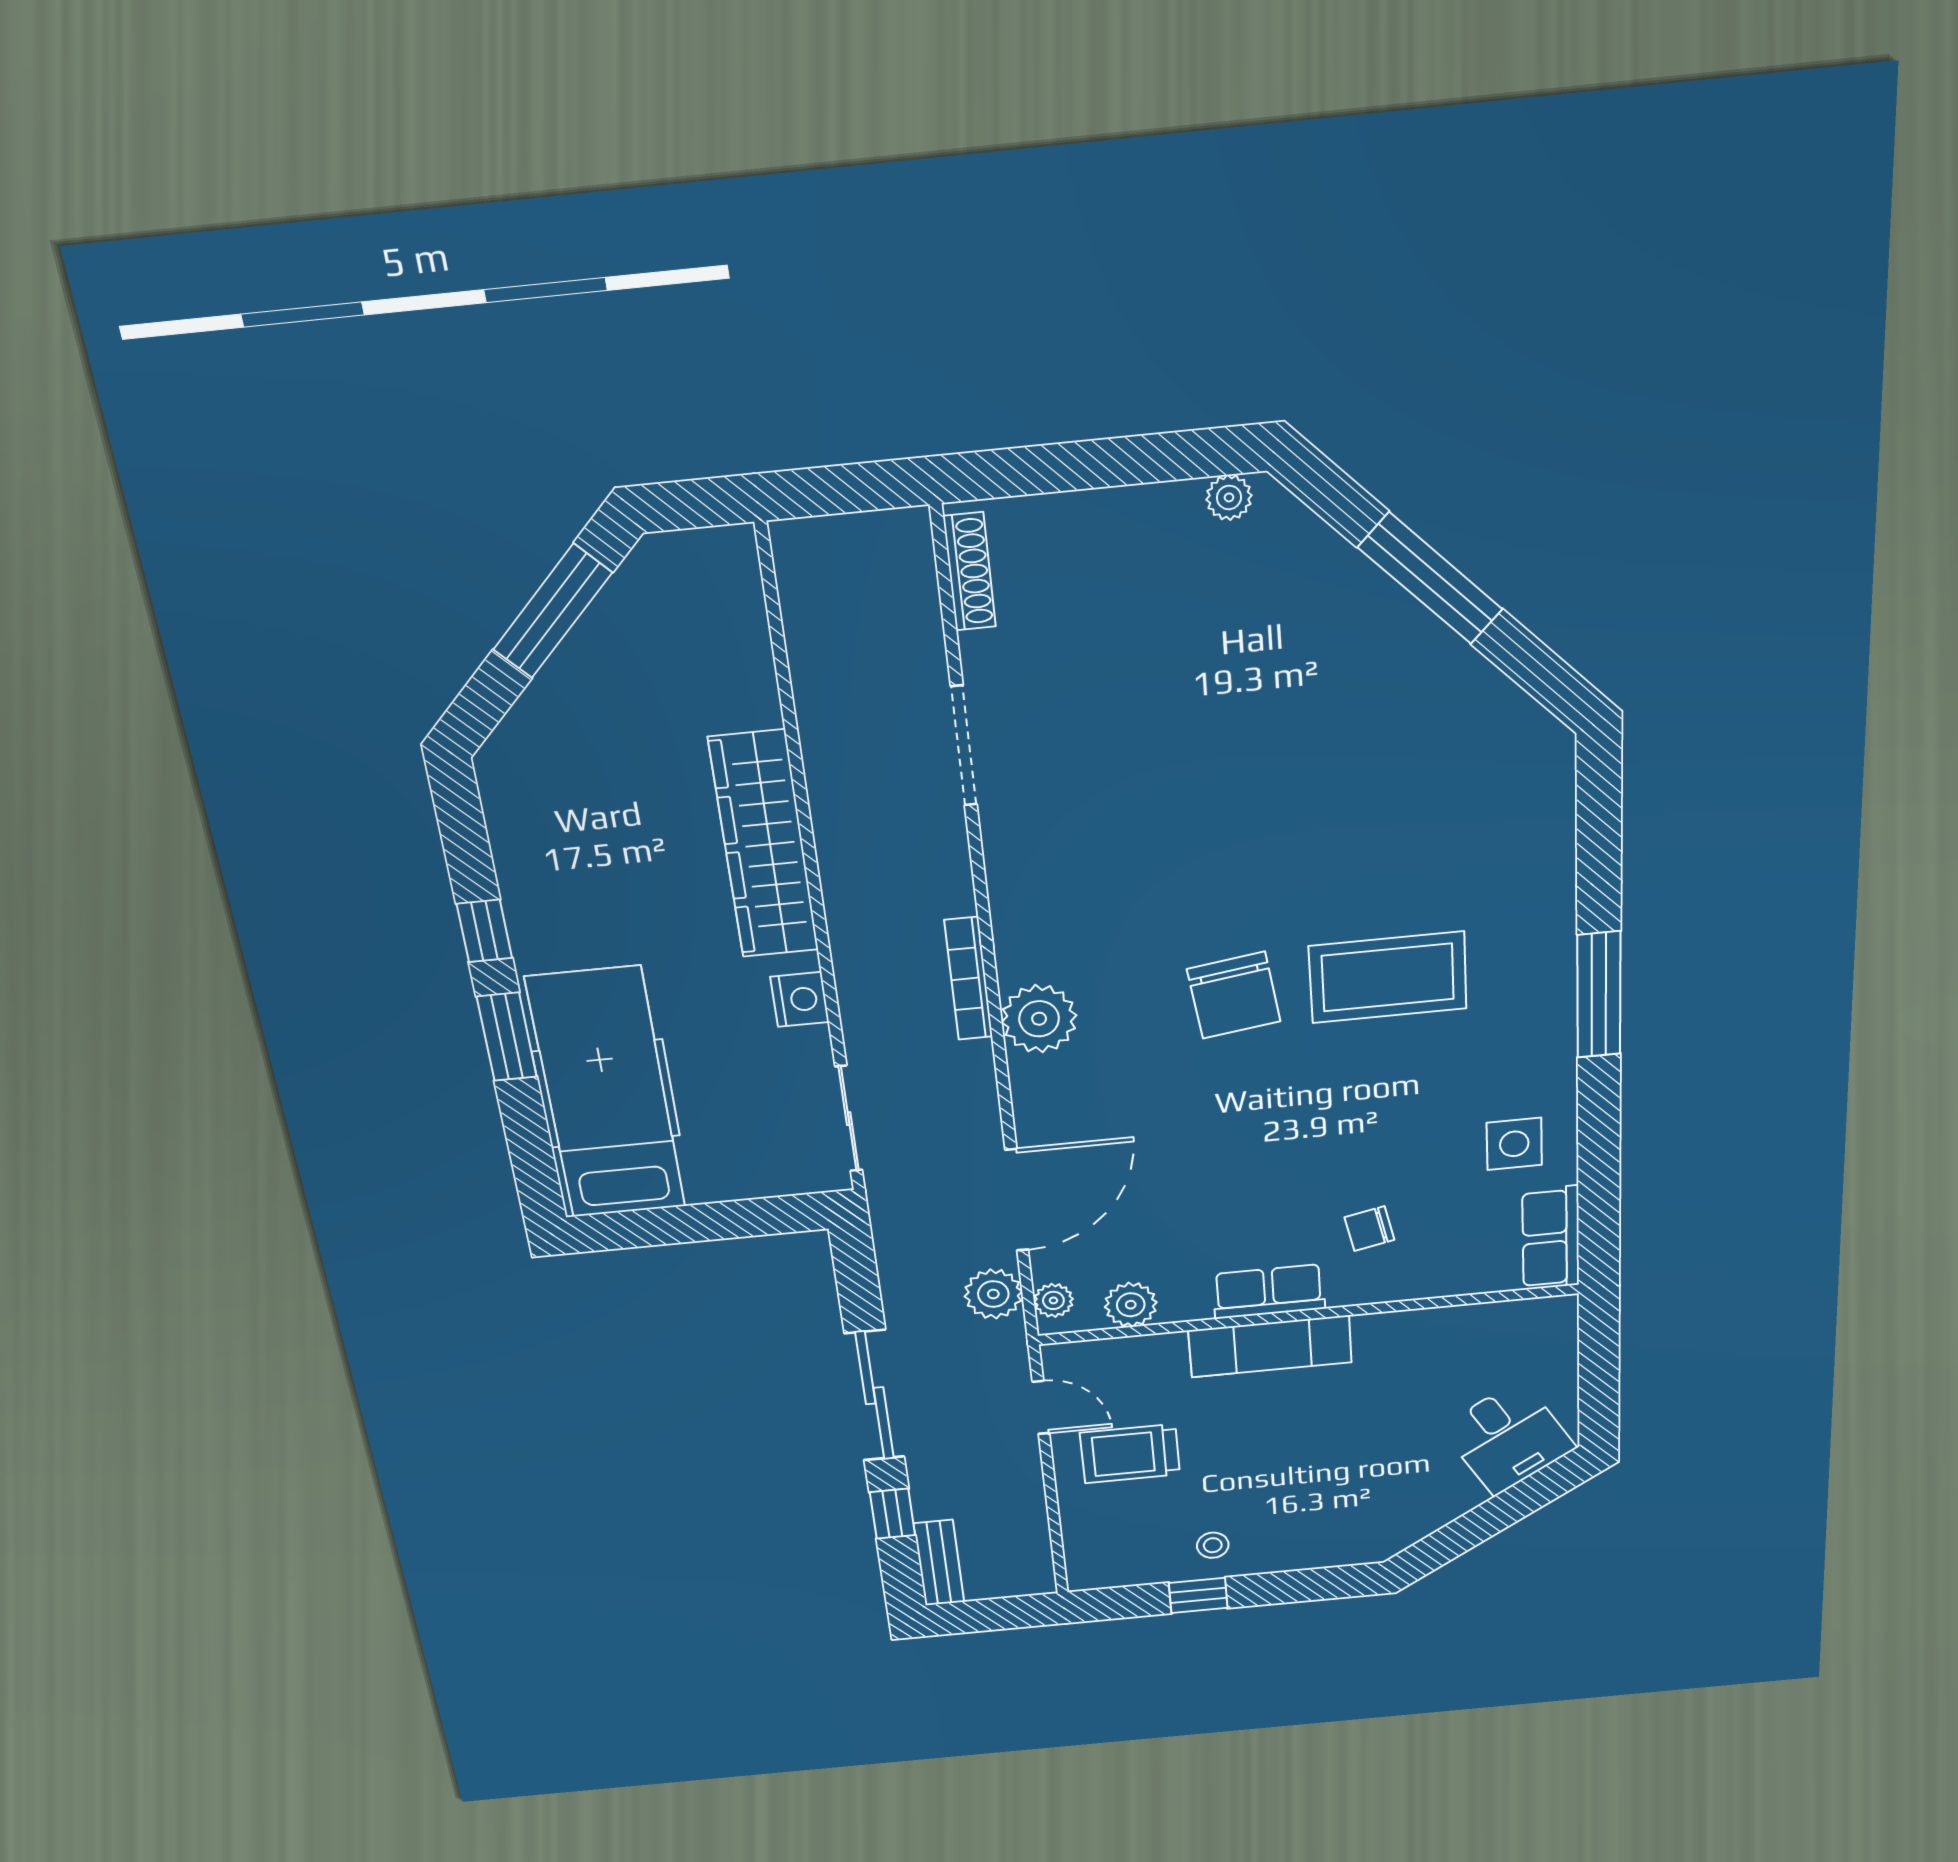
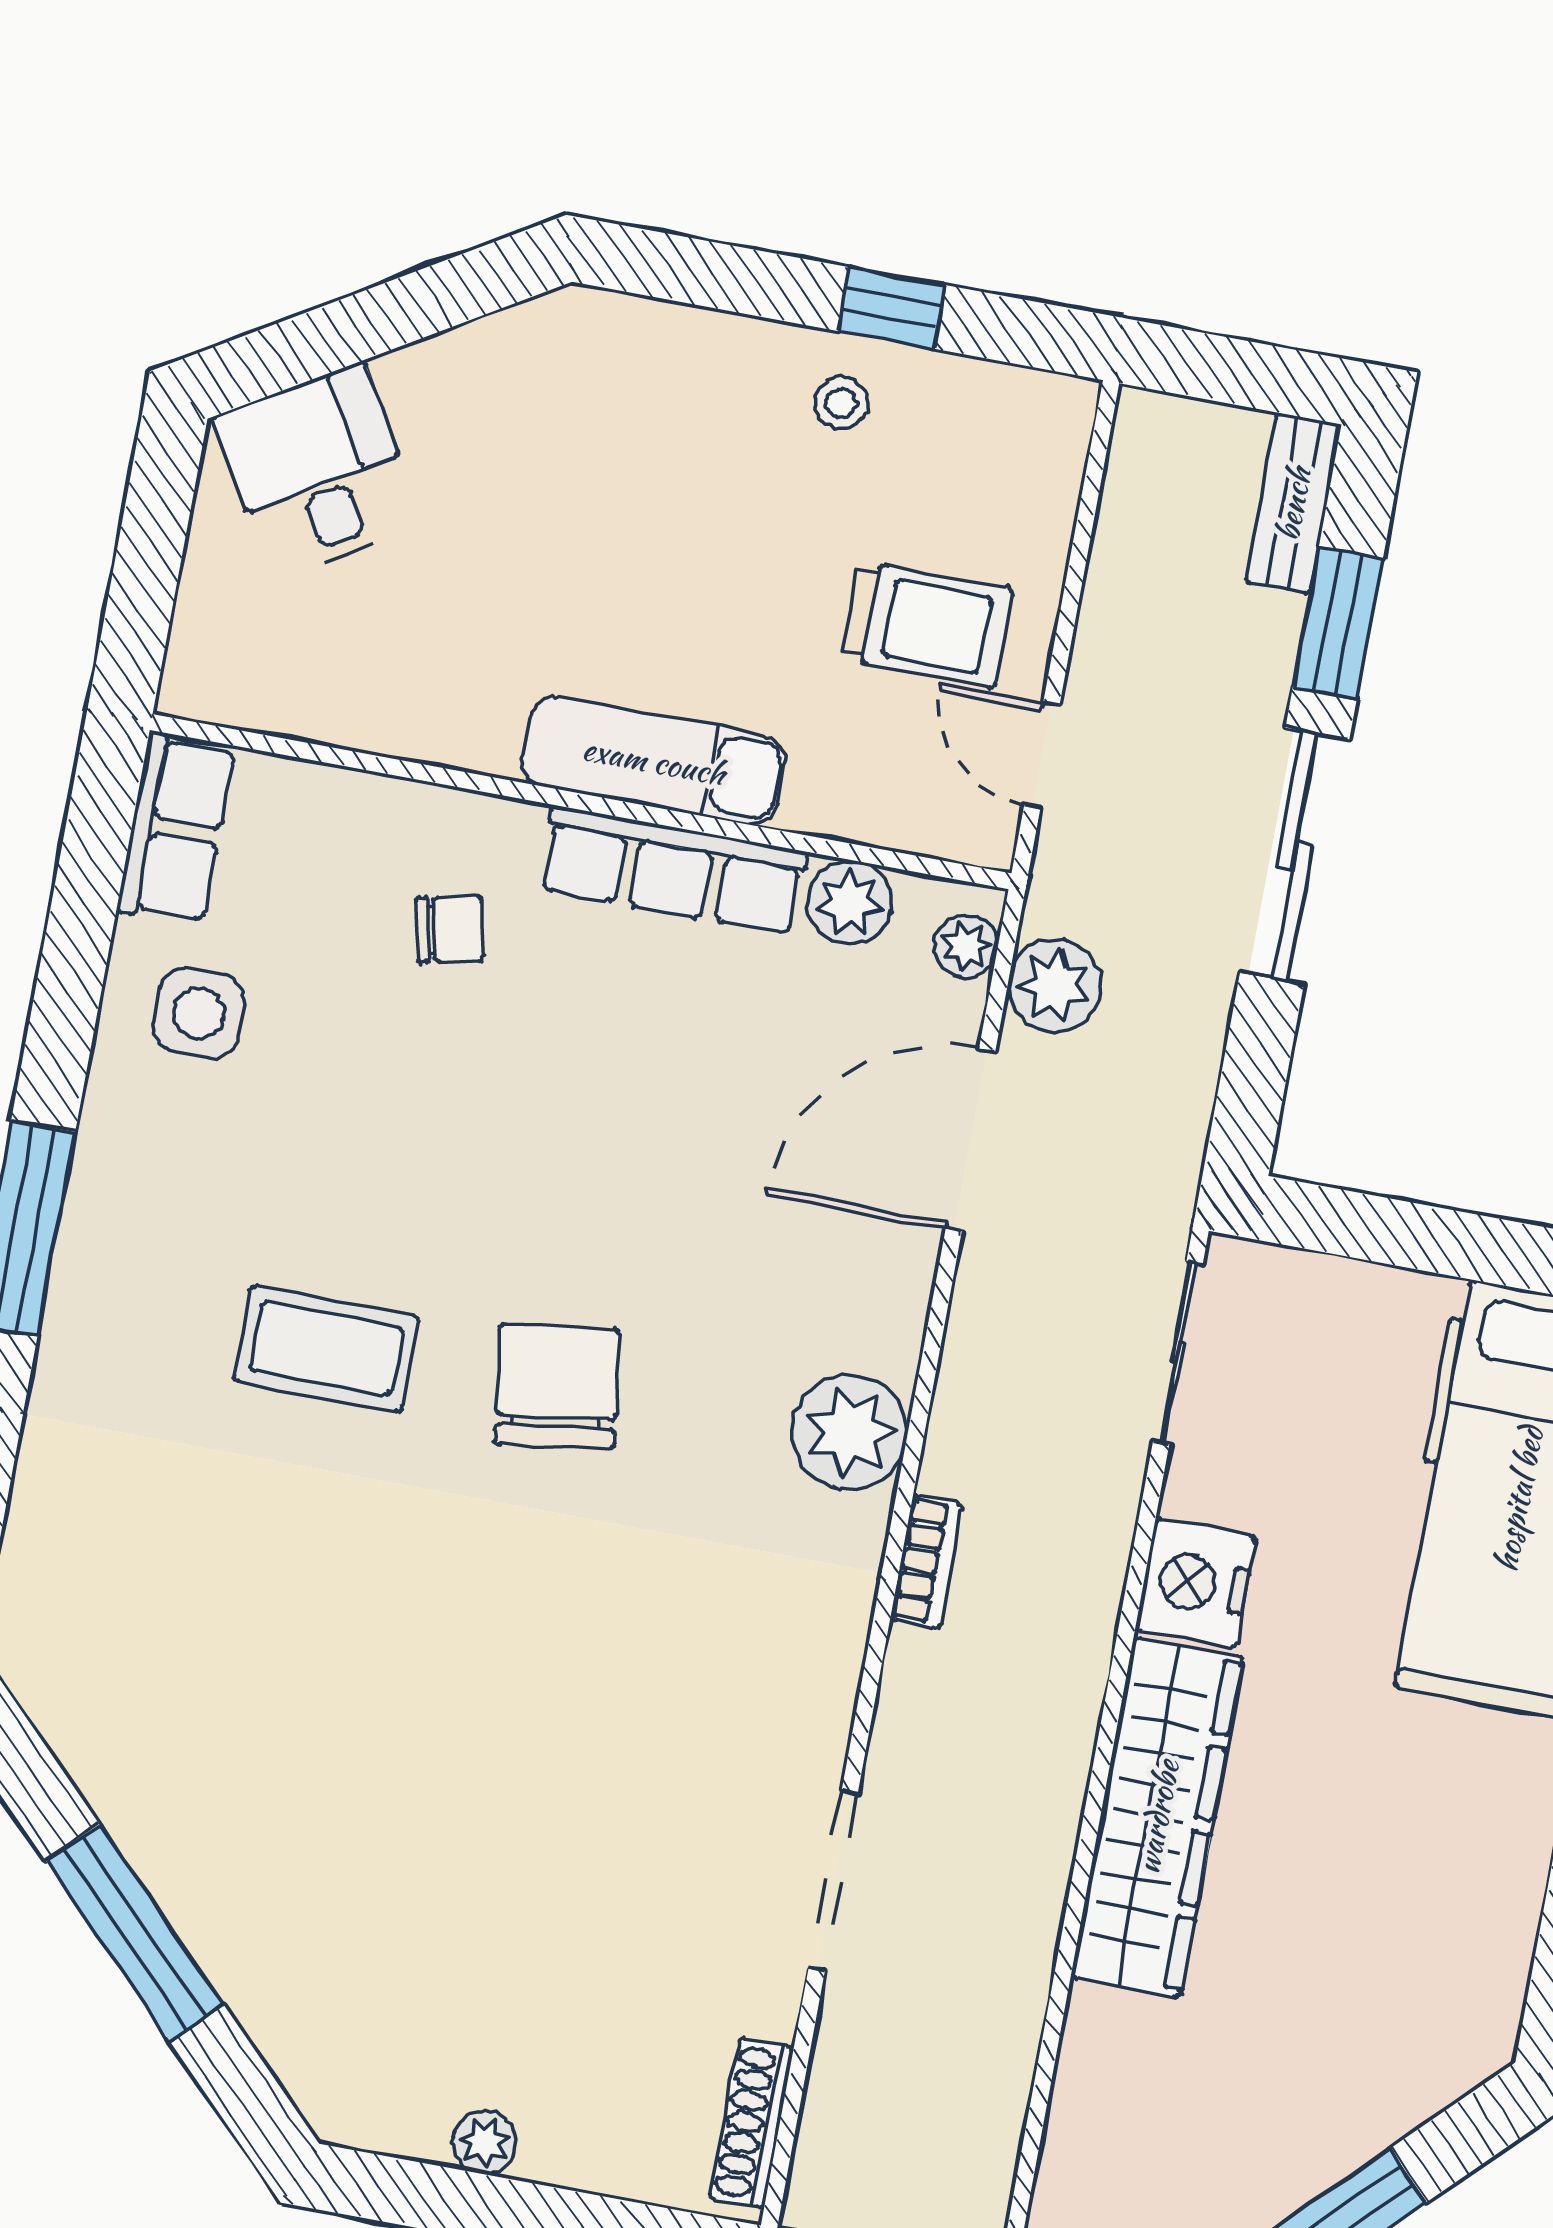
plant: (1229, 497) -> (485, 2142), moved
coffee table: (1388, 977) -> (326, 1349), width x0.73, depth x0.76
bookcase: (969, 979) -> (926, 1562), width x0.64
nightstand: (800, 999) -> (1196, 1583), width x1.36, depth x1.33
row of seats: (1269, 1291) -> (673, 870), width x1.48
window: (892, 1514) -> (1338, 623), width x1.50

